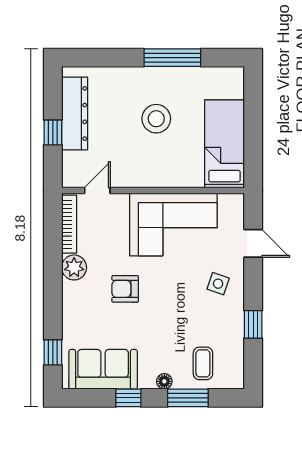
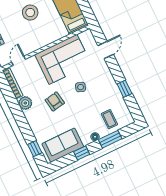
door: (253, 243) -> (106, 50), hinge flipped
side table: (218, 284) -> (81, 87), moved
armchair: (125, 289) -> (55, 101), turned 80

